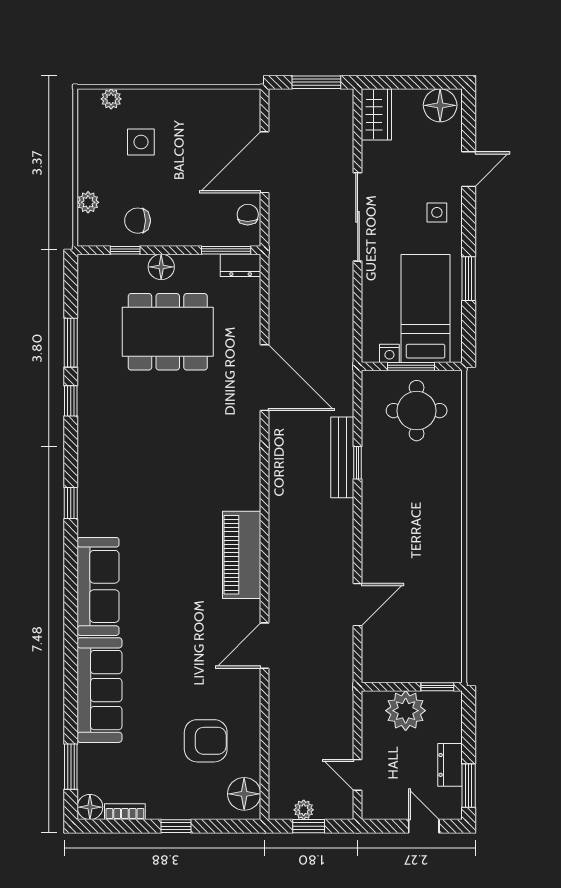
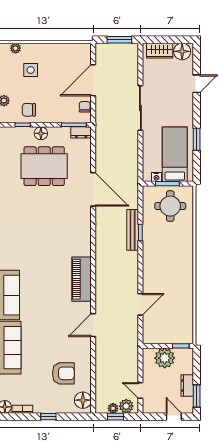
wardrobe: (376, 114) -> (160, 51), moved, turned 90
side table: (437, 212) -> (180, 106), removed
plant: (330, 806) -> (126, 406), added

